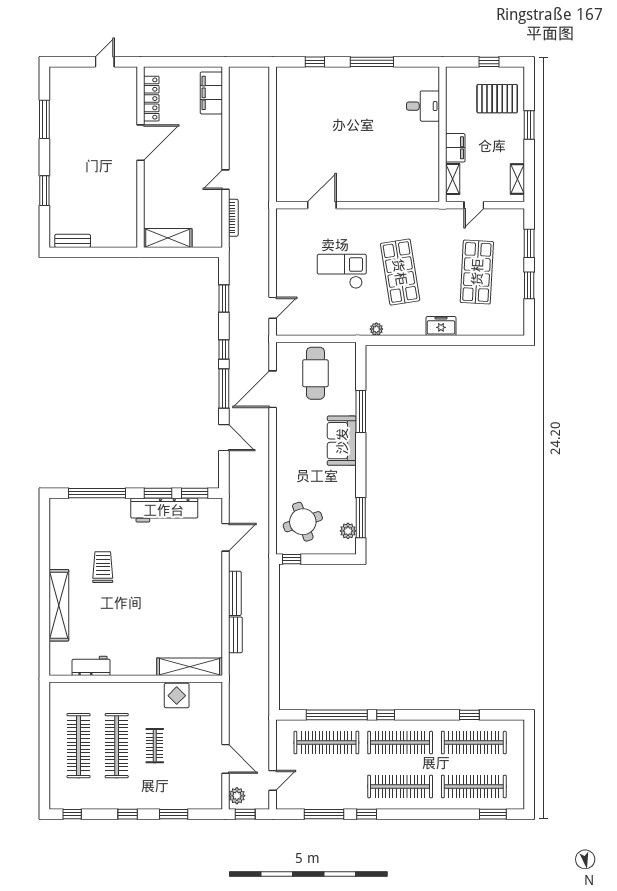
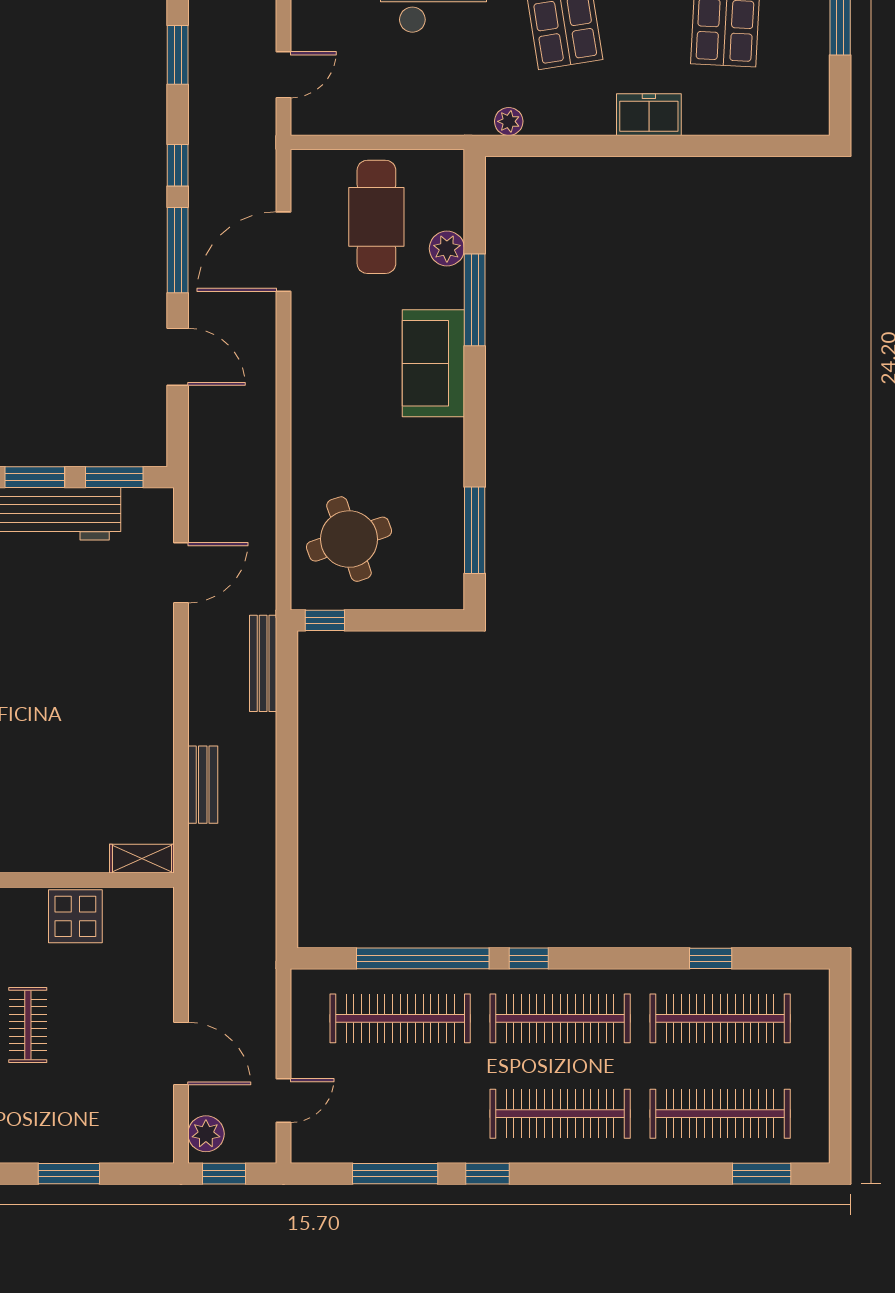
plant: (348, 531) -> (447, 248), moved
bench: (235, 593) -> (263, 663), moved
shelving: (190, 667) -> (142, 859), width x0.45, depth x0.75

